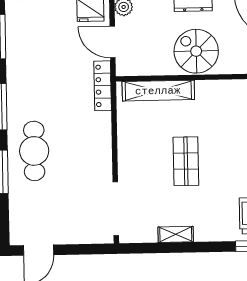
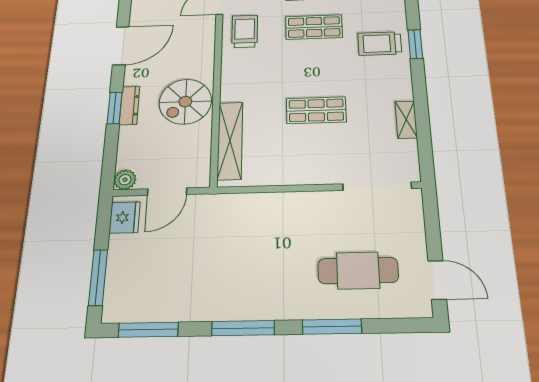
locker: (103, 86) -> (221, 203), removed
cafe table: (34, 151) -> (358, 270), moved

